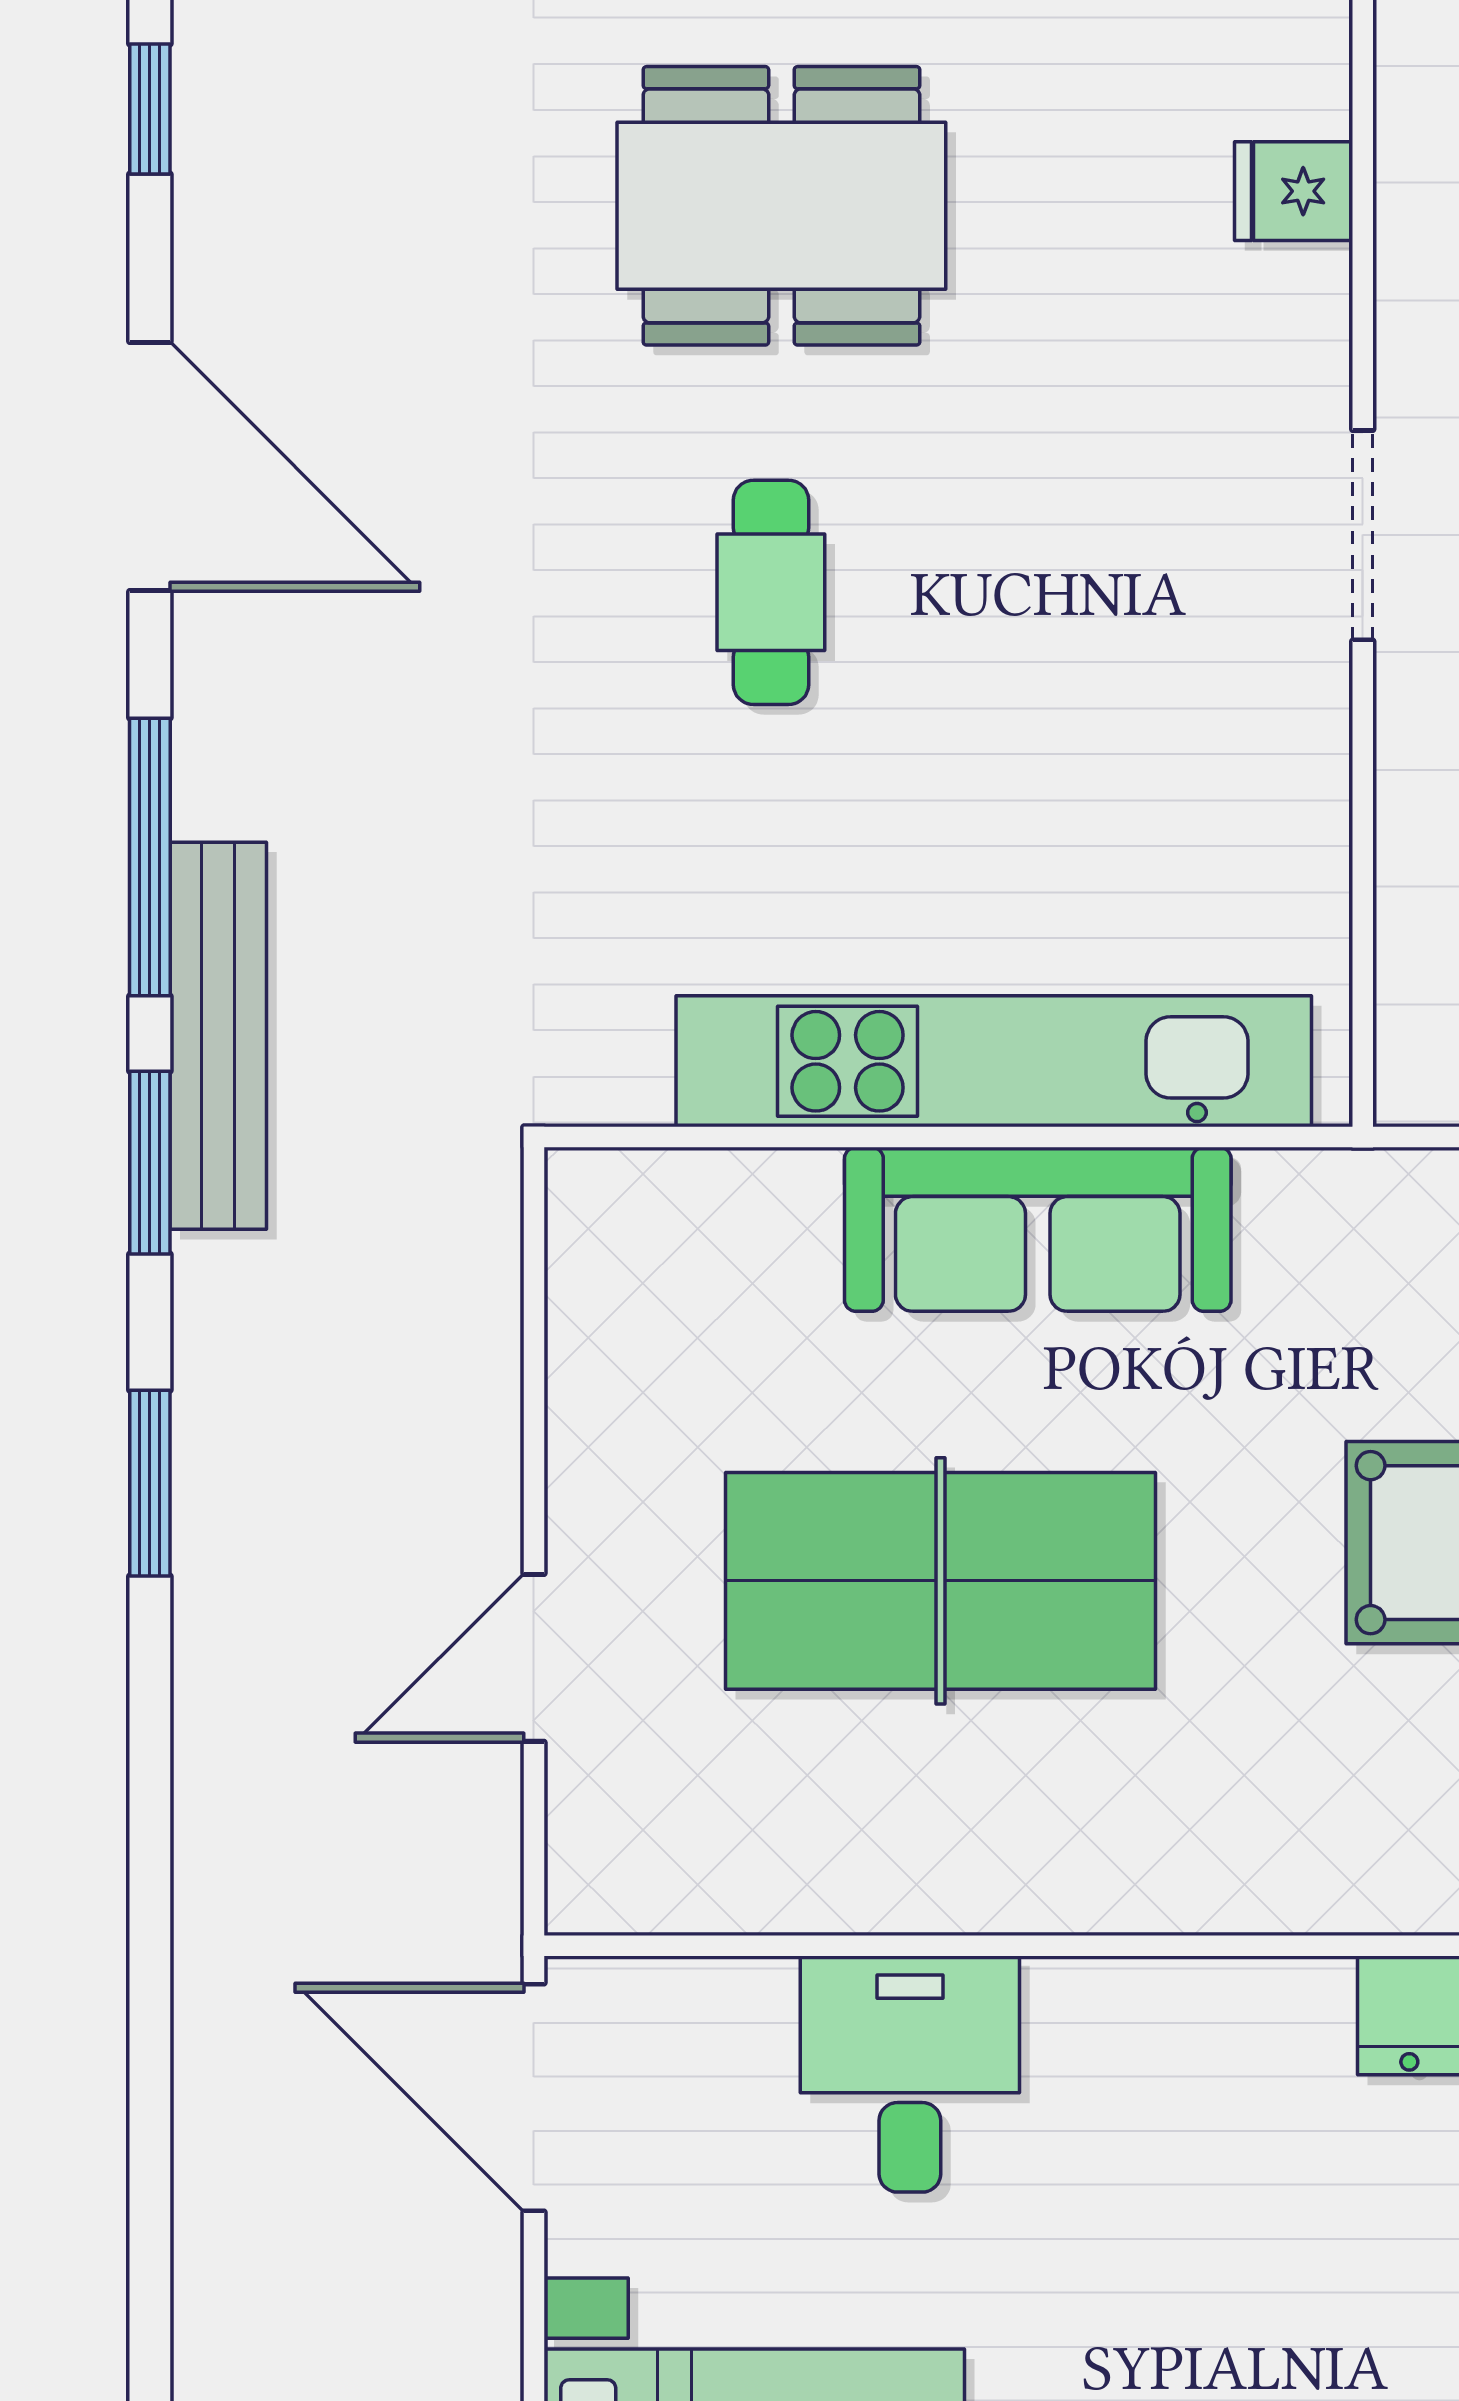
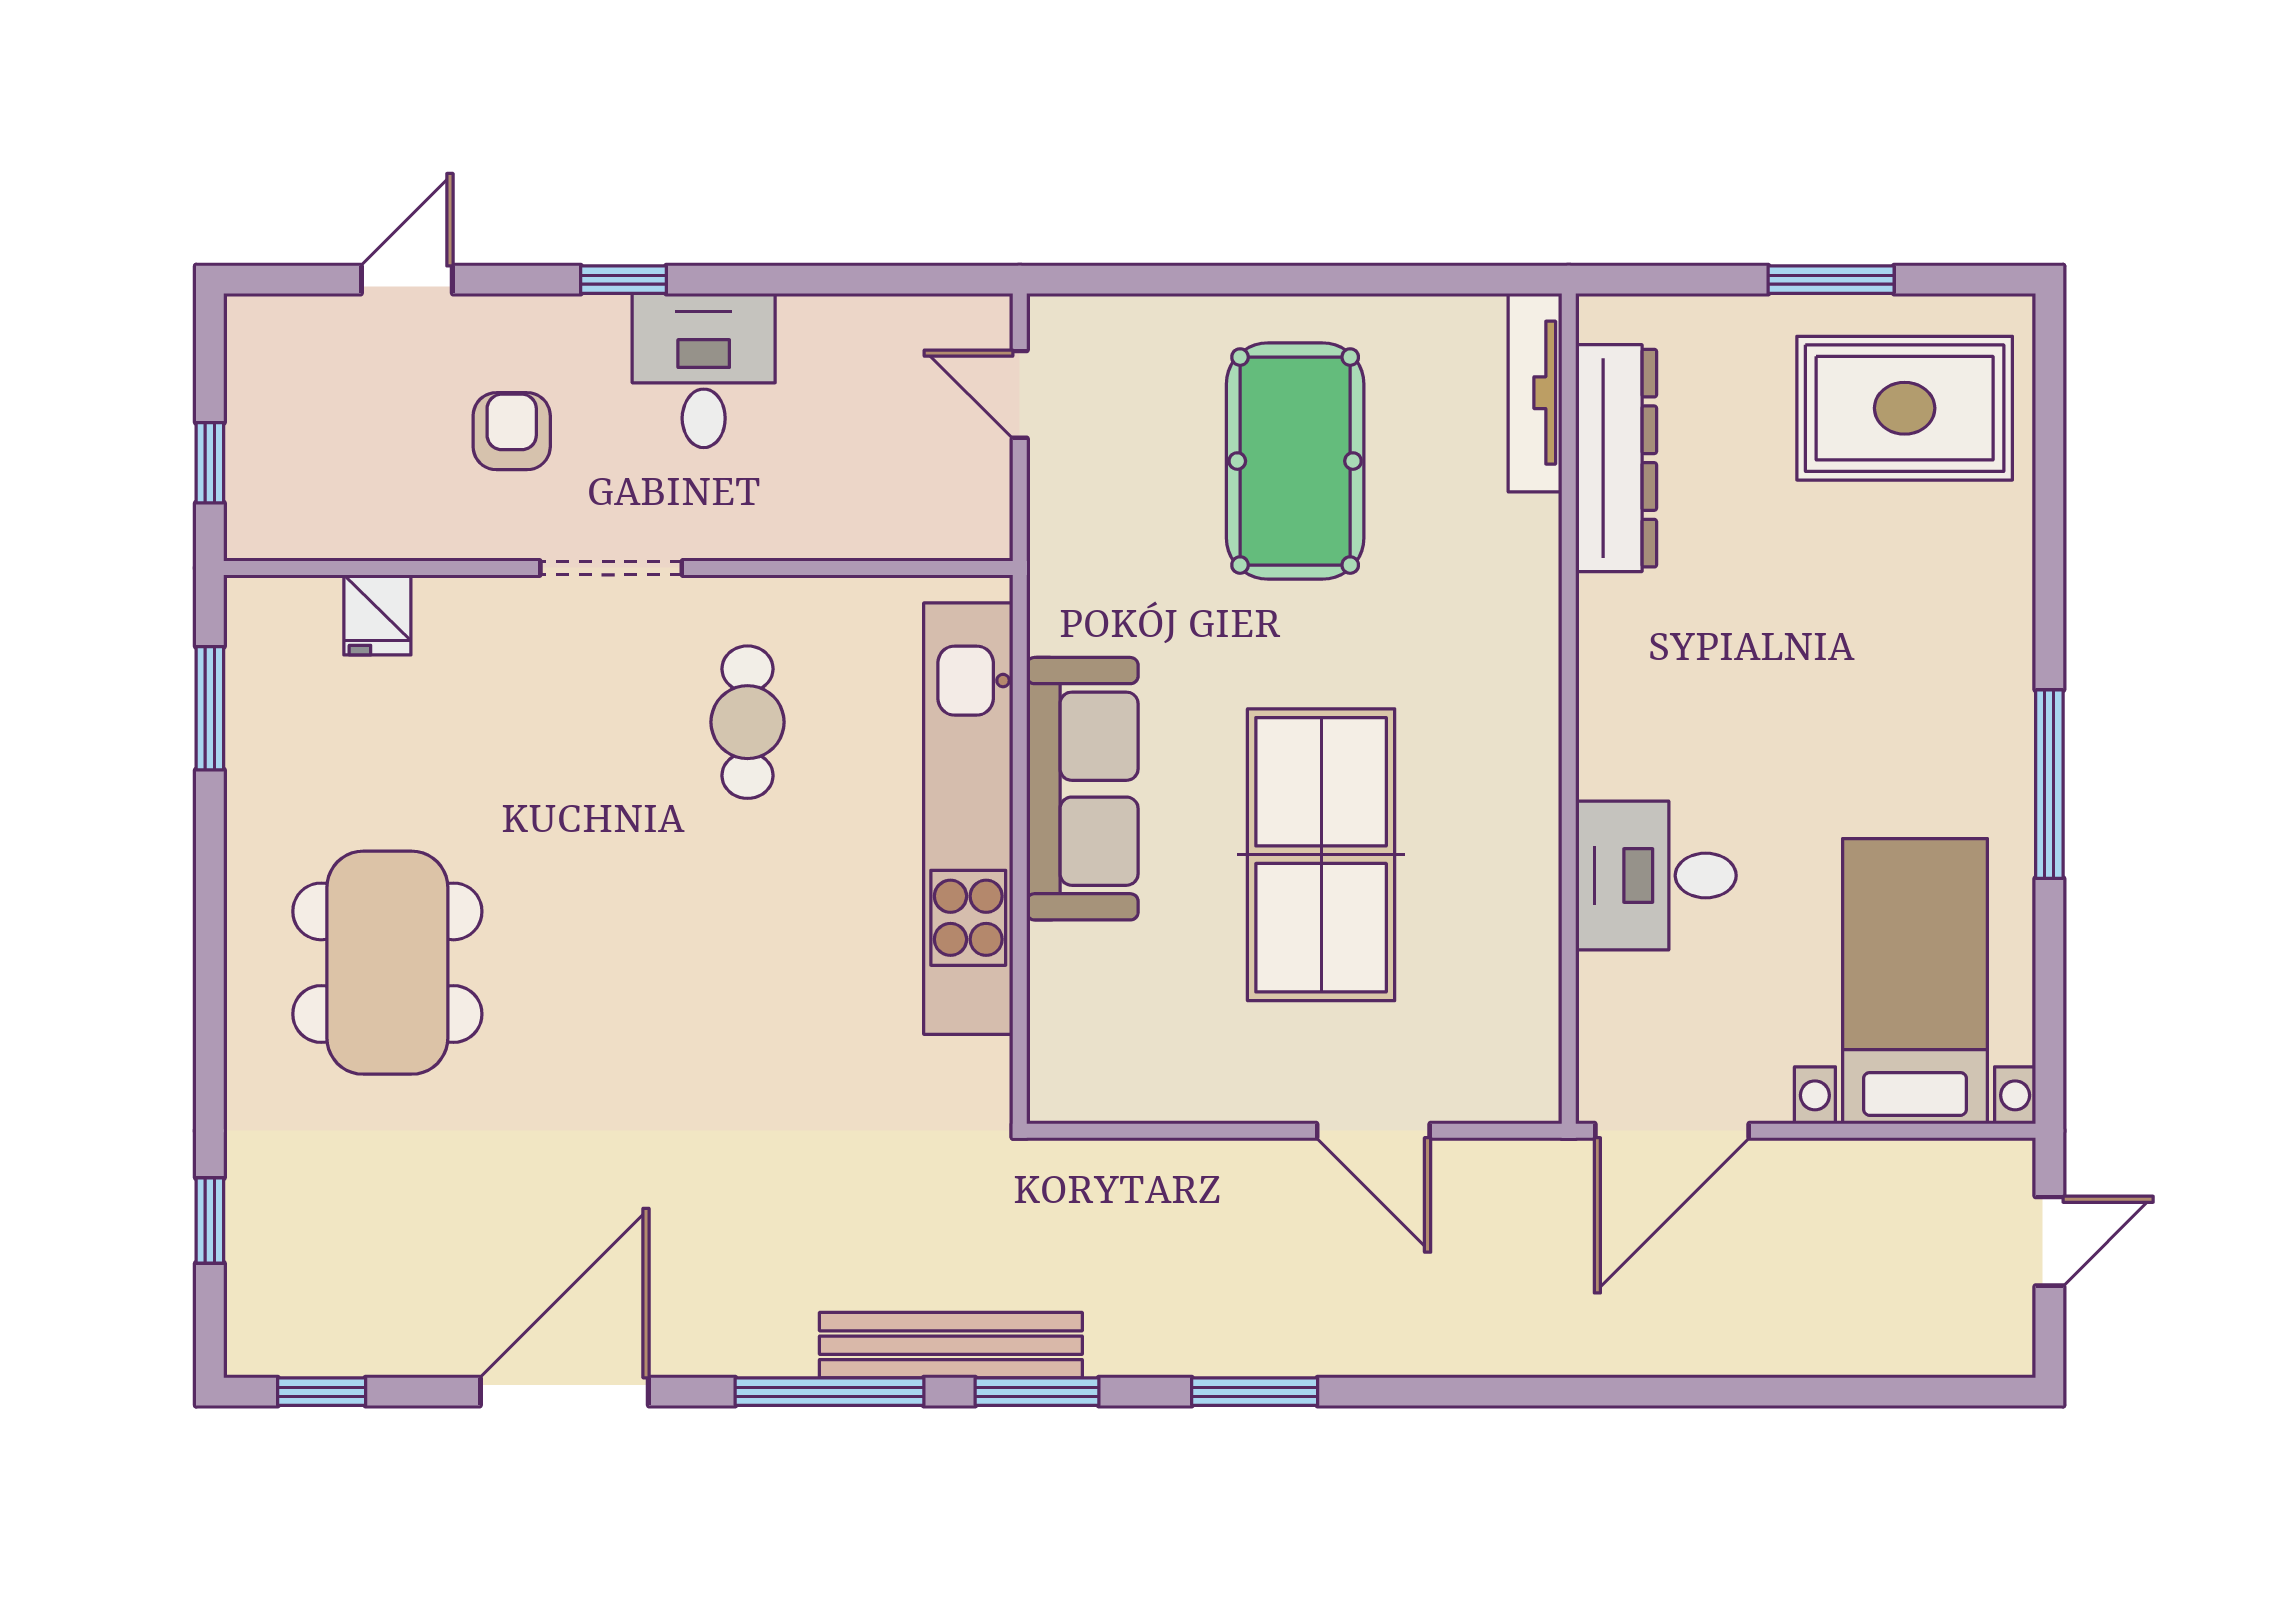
cafe table: (771, 592) -> (747, 722), moved, turned 90

